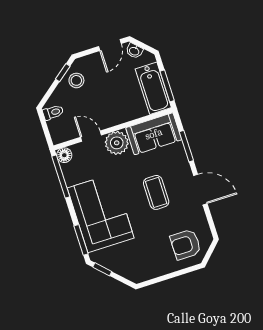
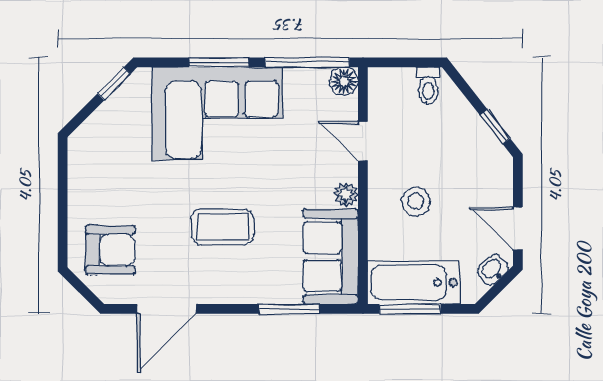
stool: (76, 80) -> (416, 201), moved
door: (91, 136) -> (363, 141), swing flipped
plant: (117, 143) -> (346, 194), width x0.53, depth x0.53
door: (200, 190) -> (167, 309), moved
window: (81, 240) -> (219, 62), moved
armchair: (186, 245) -> (110, 250), turned 90

